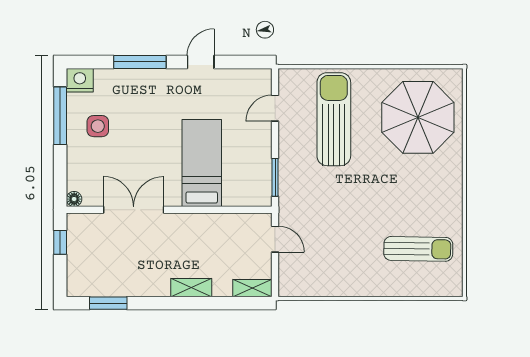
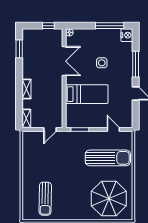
side table: (98, 126) -> (102, 63), moved

